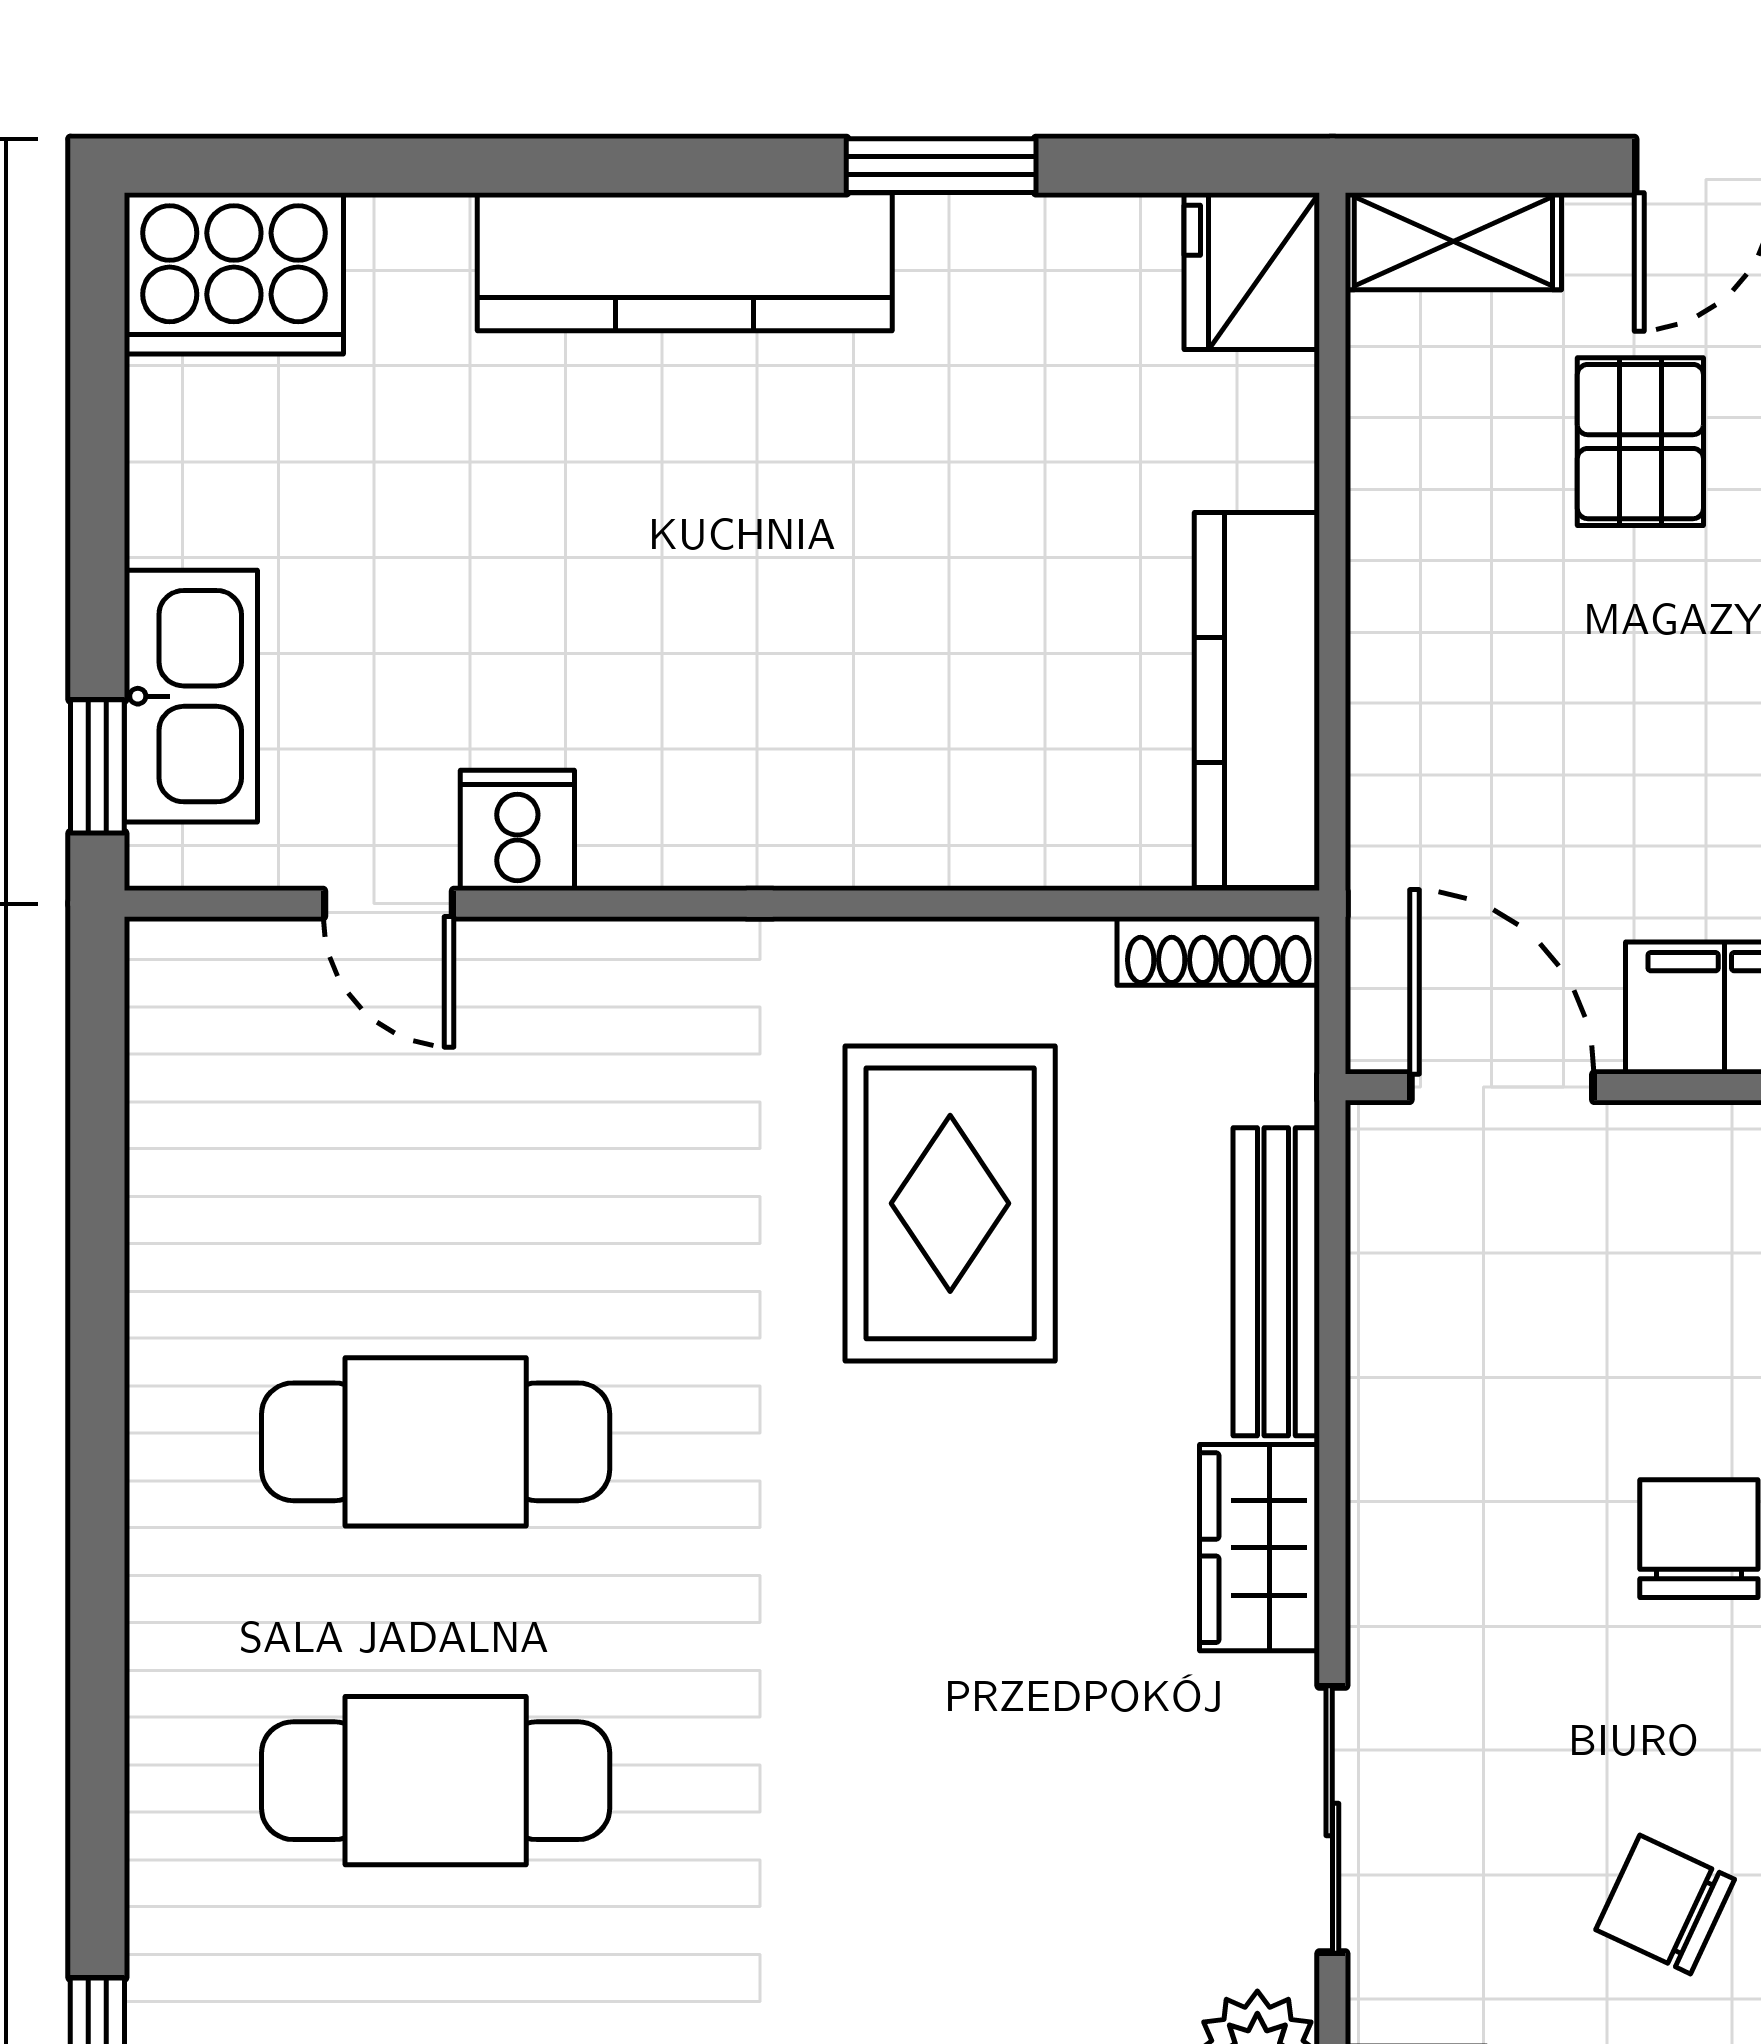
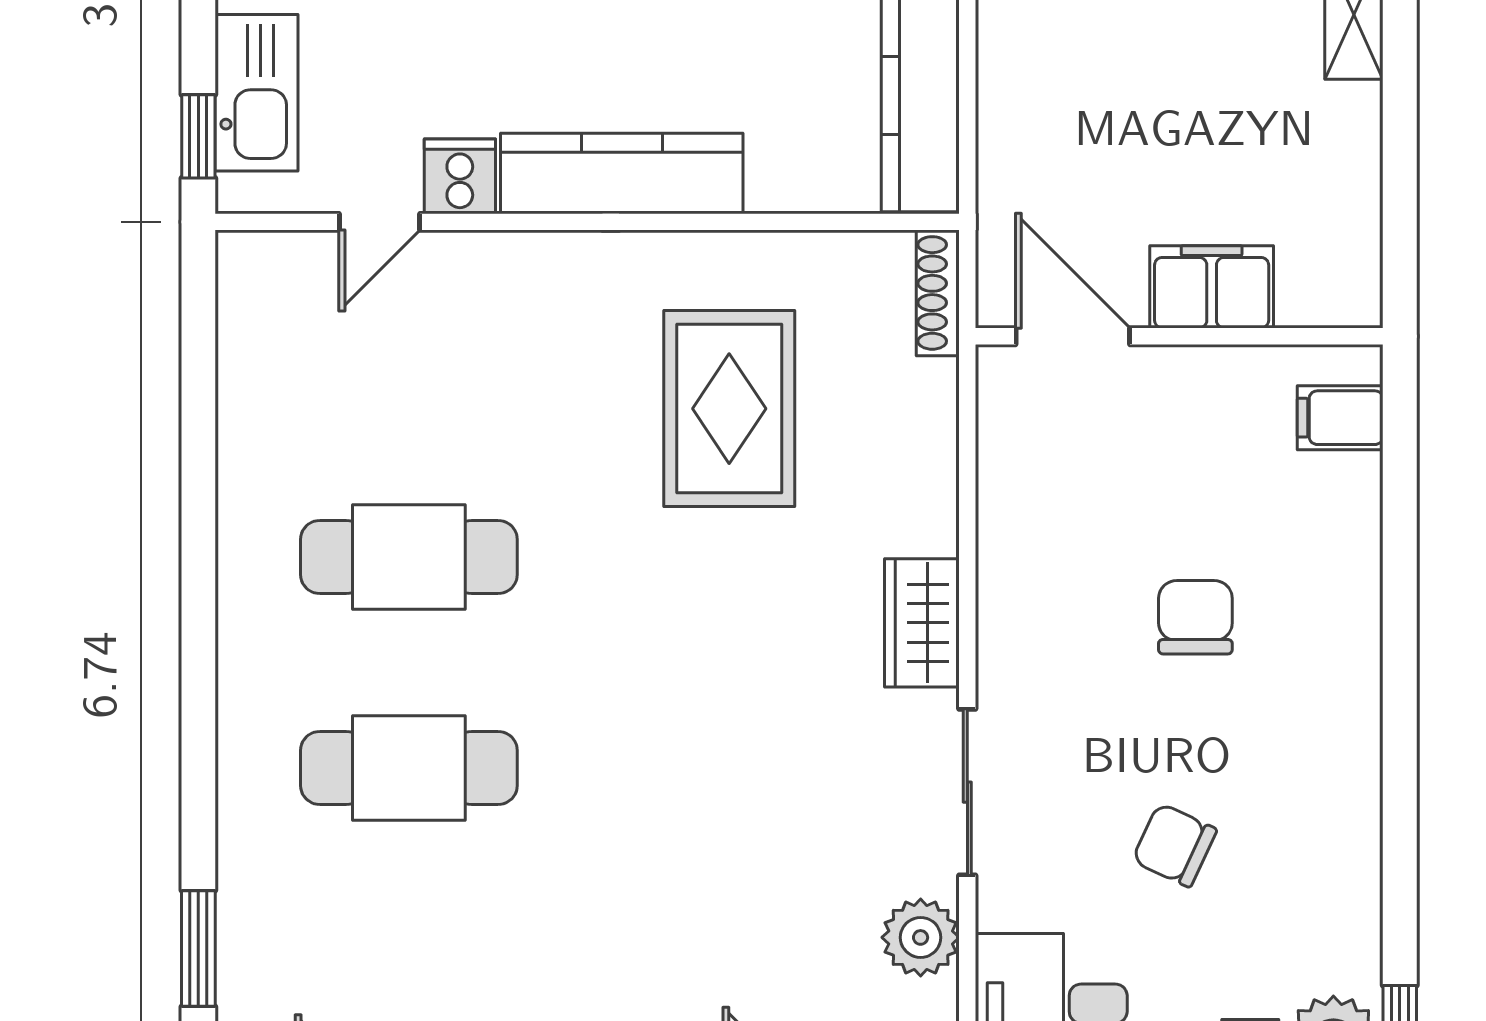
kitchen counter: (778, 826) -> (622, 173), added
door: (389, 904) -> (380, 222), hinge flipped
shoe rack: (1218, 951) -> (938, 293), moved, turned 90
bench: (1276, 1282) -> (932, 457), removed

